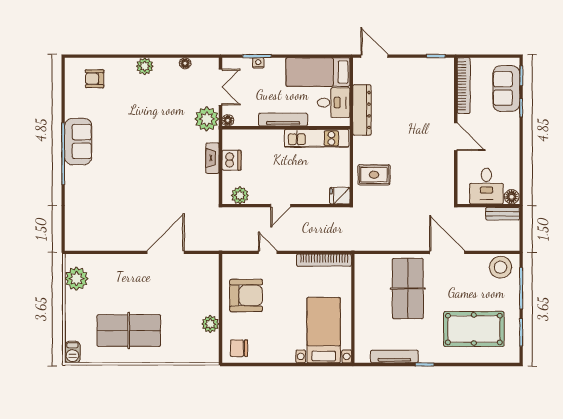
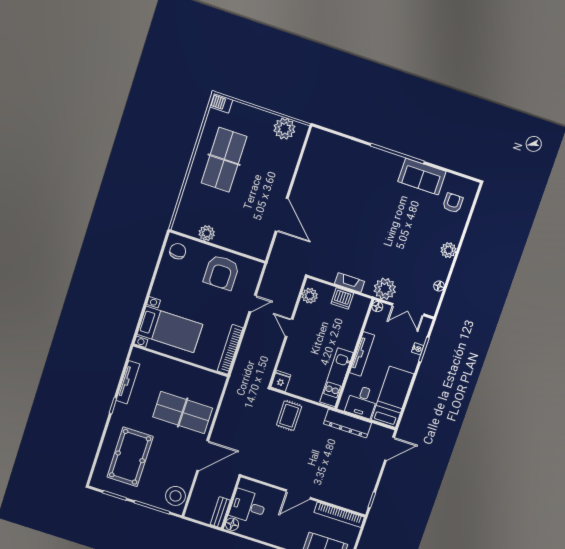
sofa: (78, 141) -> (422, 177), moved

